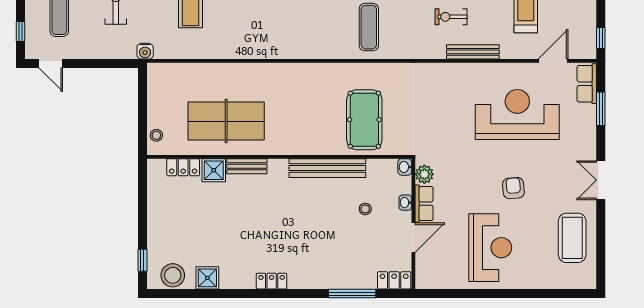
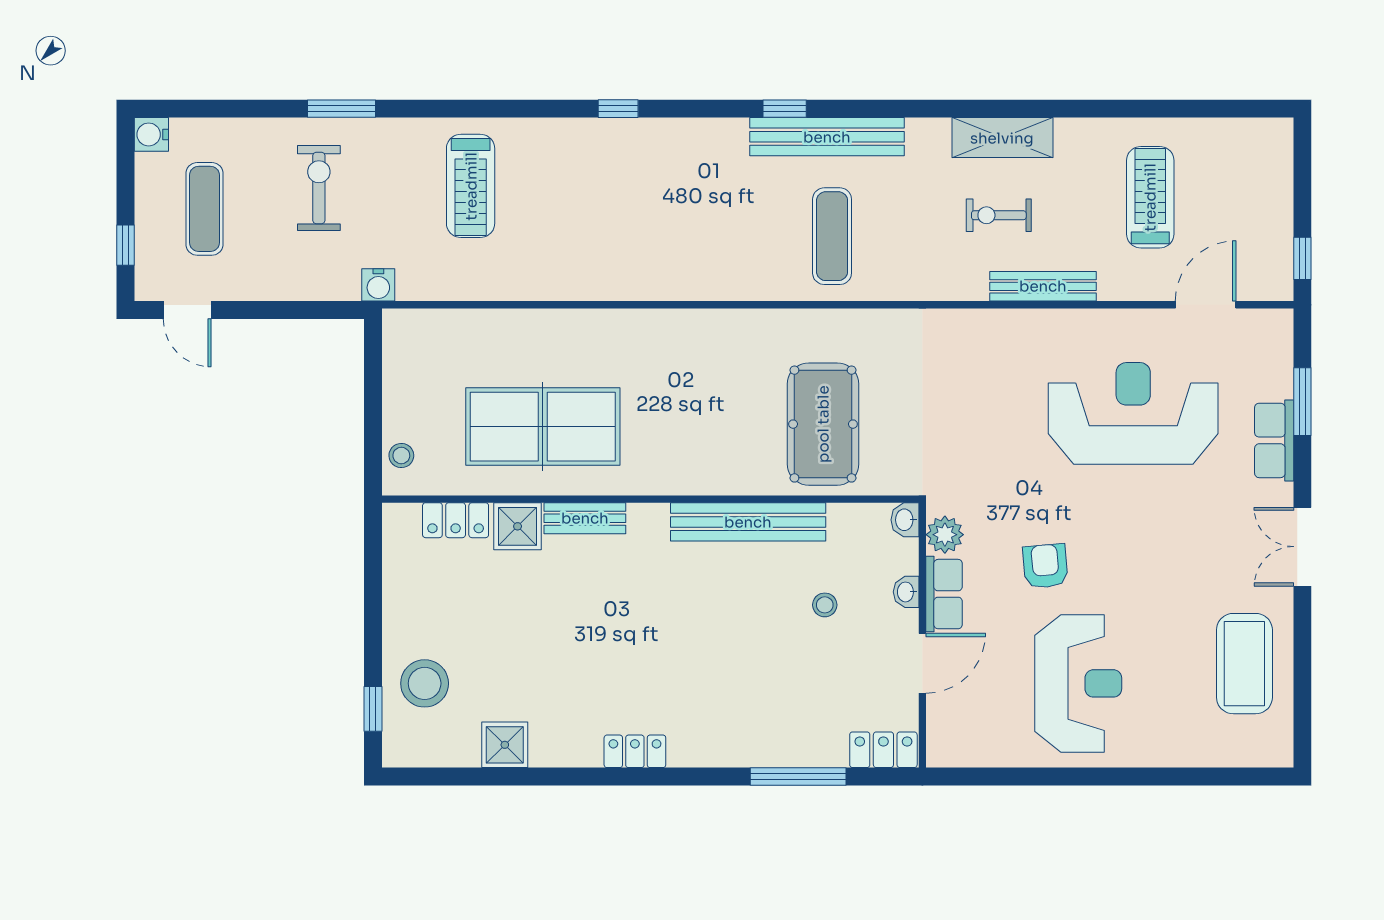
row of seats: (587, 84) -> (1274, 440), moved
armchair: (513, 188) -> (1045, 566), moved
stool: (173, 275) -> (425, 683), moved

